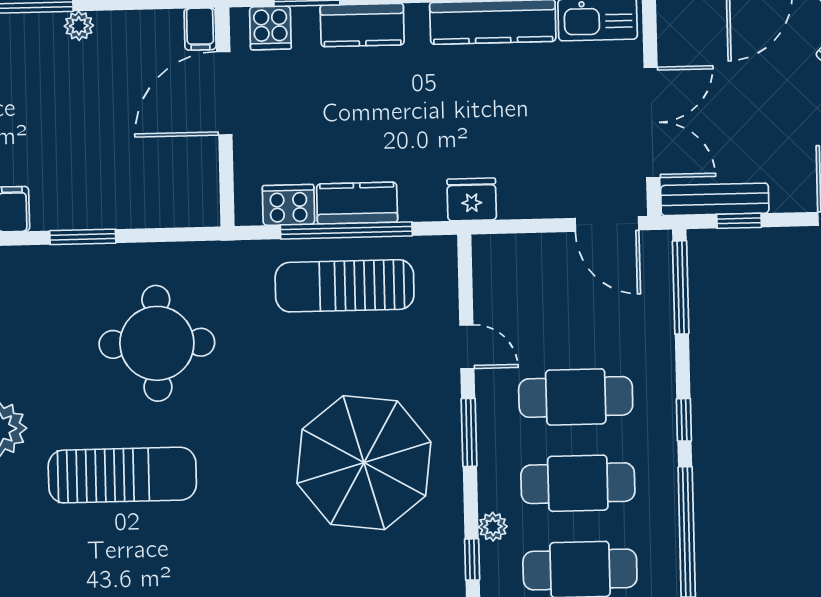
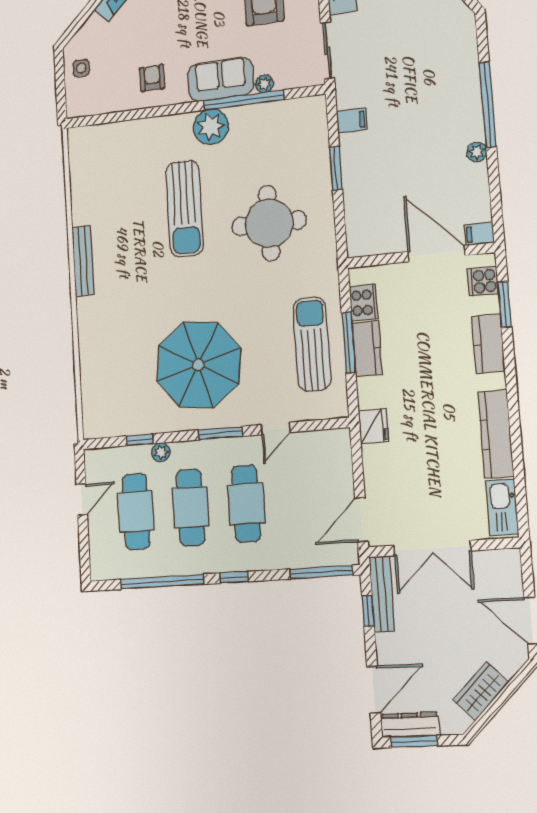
window: (346, 230) -> (349, 343), width x0.68

